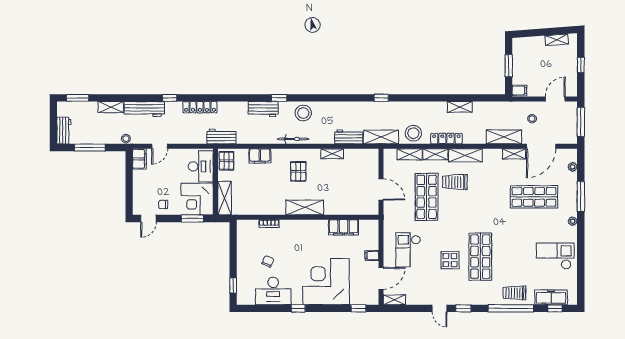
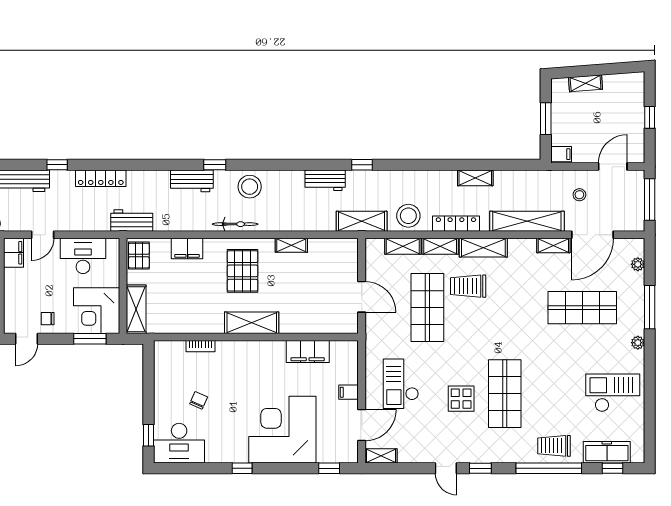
shelving: (557, 40) -> (586, 83), moved
workbench: (349, 137) -> (325, 180), moved, turned 180
shelving: (504, 137) -> (527, 221), width x1.47
desk: (201, 166) -> (83, 256), moved, turned -90
pallet: (298, 171) -> (243, 271), width x1.50, depth x1.42
desk: (273, 291) -> (179, 443), moved

